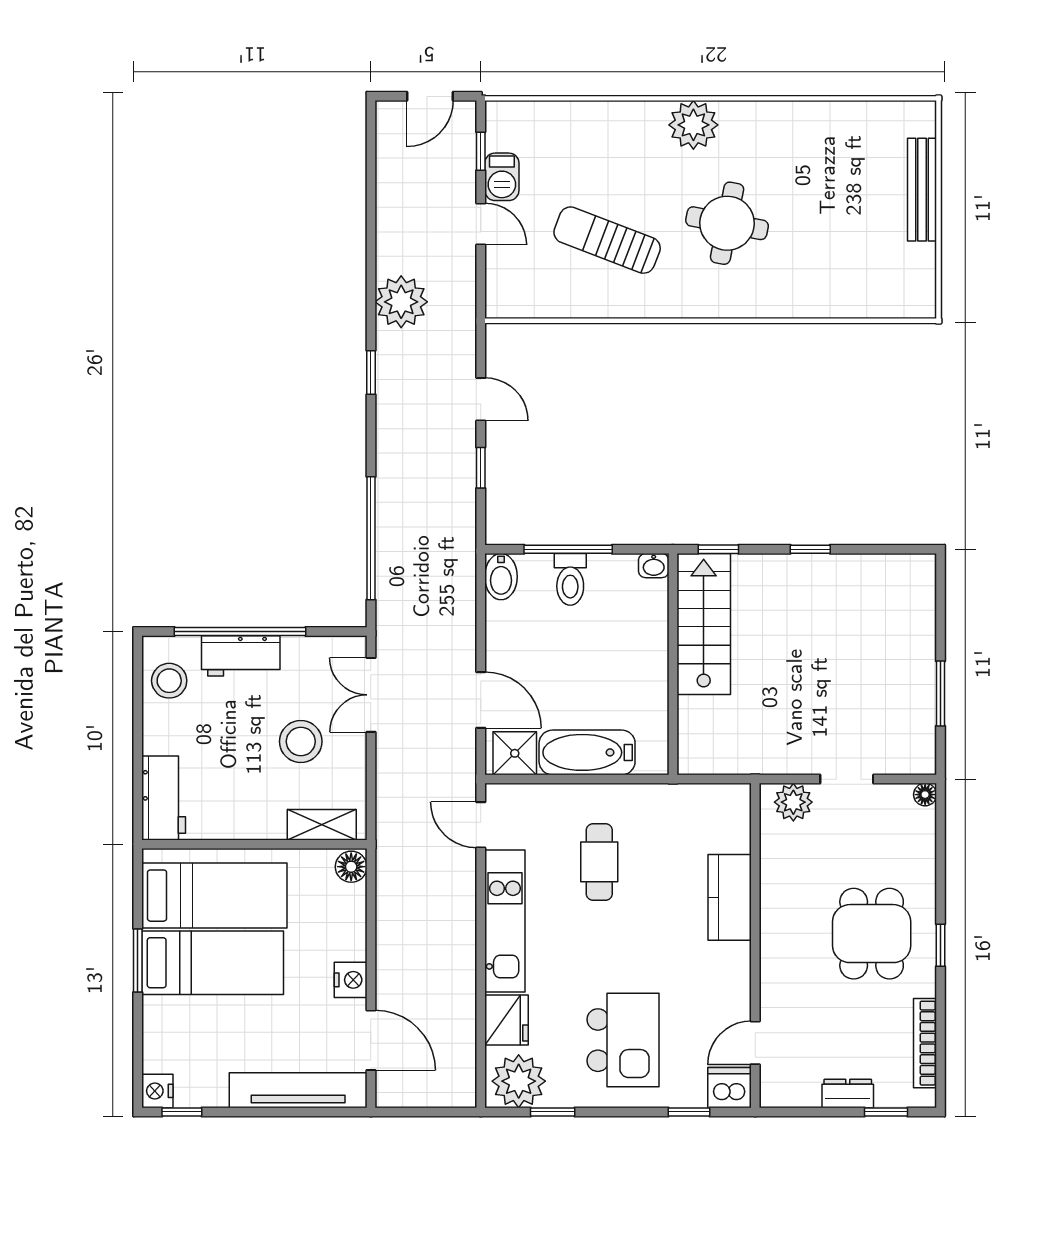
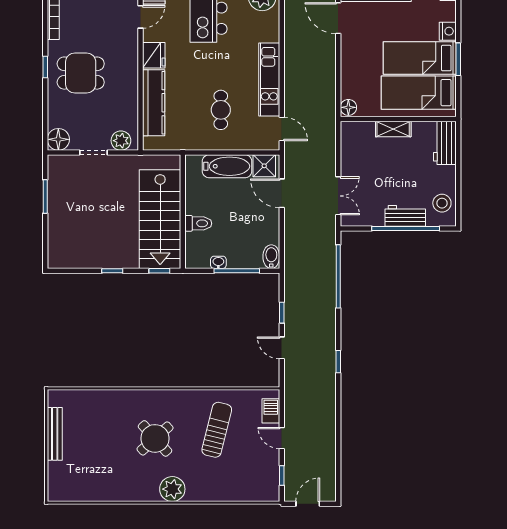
barbecue: (502, 177) -> (271, 411), moved
bench: (922, 190) -> (55, 434), moved
round table: (727, 223) -> (155, 438), turned 37
sun lounger: (607, 240) -> (217, 430), turned -97
plant: (401, 302) -> (323, 398), removed
washbasin: (654, 566) -> (218, 262), moved
toilet: (570, 579) -> (198, 223), moved, turned 90
stairs: (704, 624) -> (160, 219), width x1.36, depth x1.51
stool: (301, 741) -> (374, 172), removed
floor lamp: (925, 795) -> (58, 139), width x1.89, depth x1.89
shelving: (322, 825) -> (393, 129), moved
kitchen counter: (730, 897) -> (154, 103), width x1.50
dining table: (872, 934) -> (81, 73), turned 90
nightstand: (351, 980) -> (448, 31), moved, turned 180
fridge: (507, 1020) -> (154, 55), moved, turned 180

